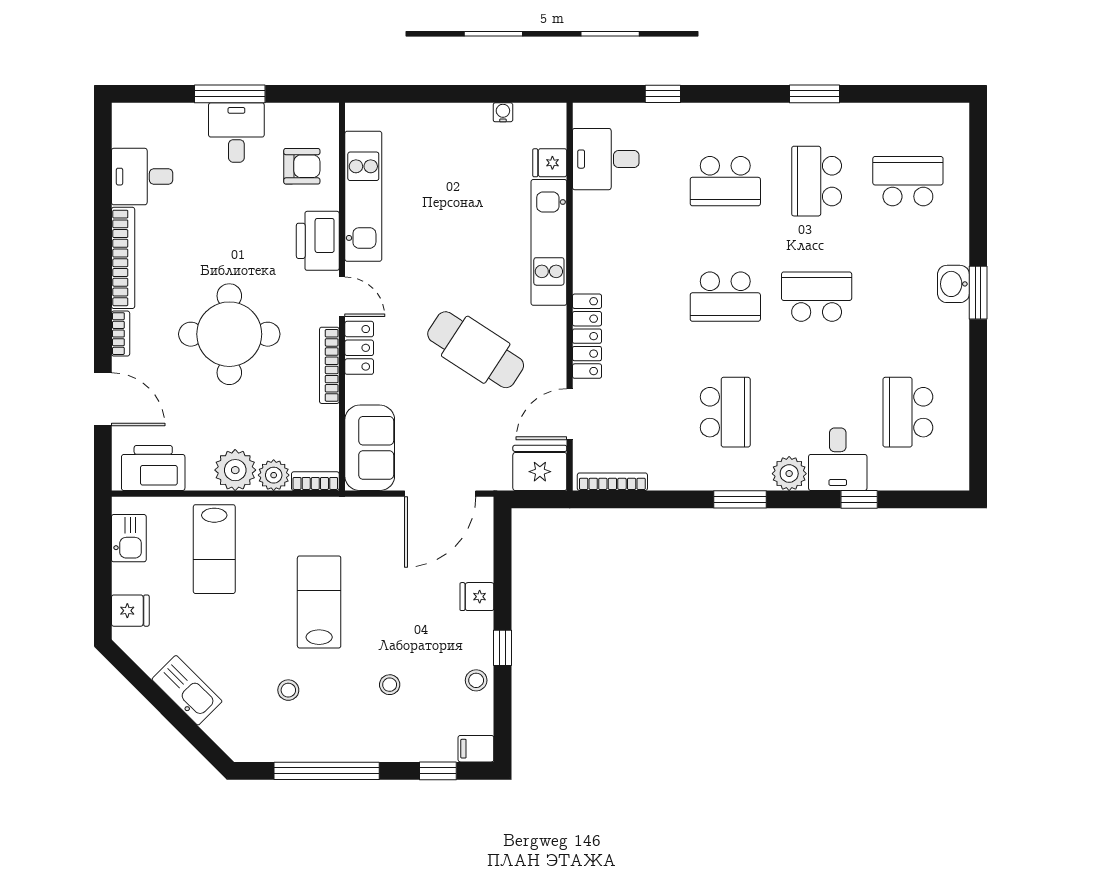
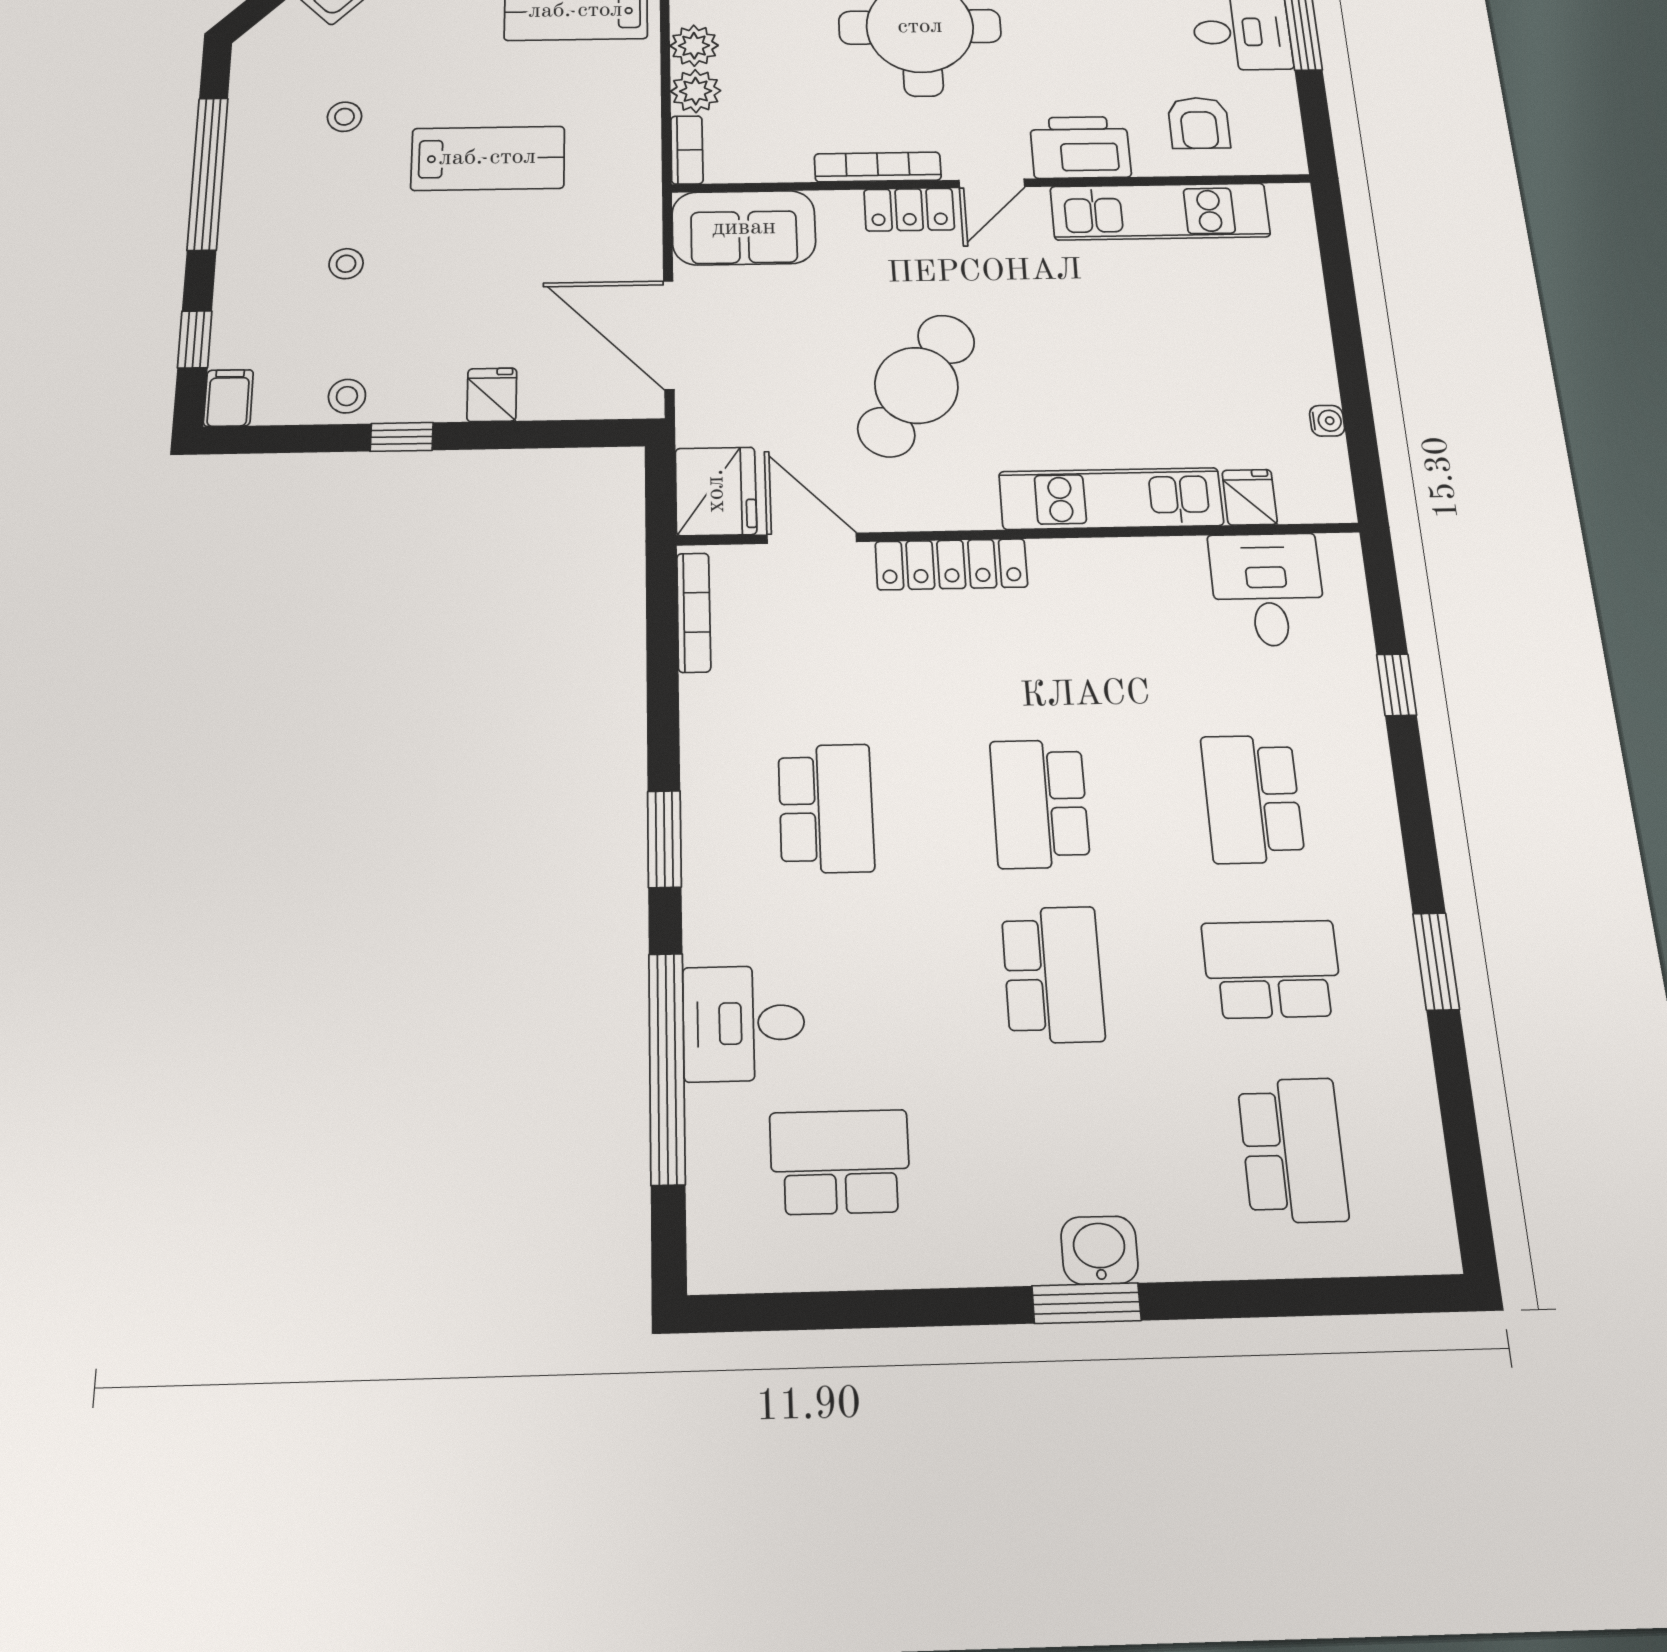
school desk: (725, 412) -> (826, 808), turned -90
plant: (235, 470) -> (694, 46), width x0.73, depth x0.73
plant: (789, 474) -> (714, 930), removed
window: (859, 499) -> (667, 1067), width x3.17

